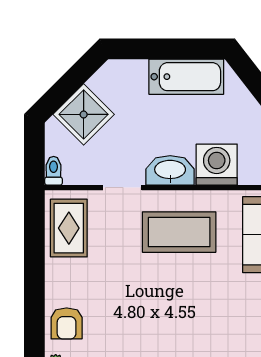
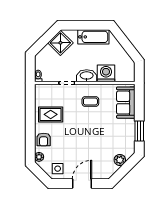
shower: (84, 114) -> (60, 43), moved
rug: (69, 228) -> (51, 114), moved, turned 90
coffee table: (179, 232) -> (90, 102), width x0.54, depth x0.58

